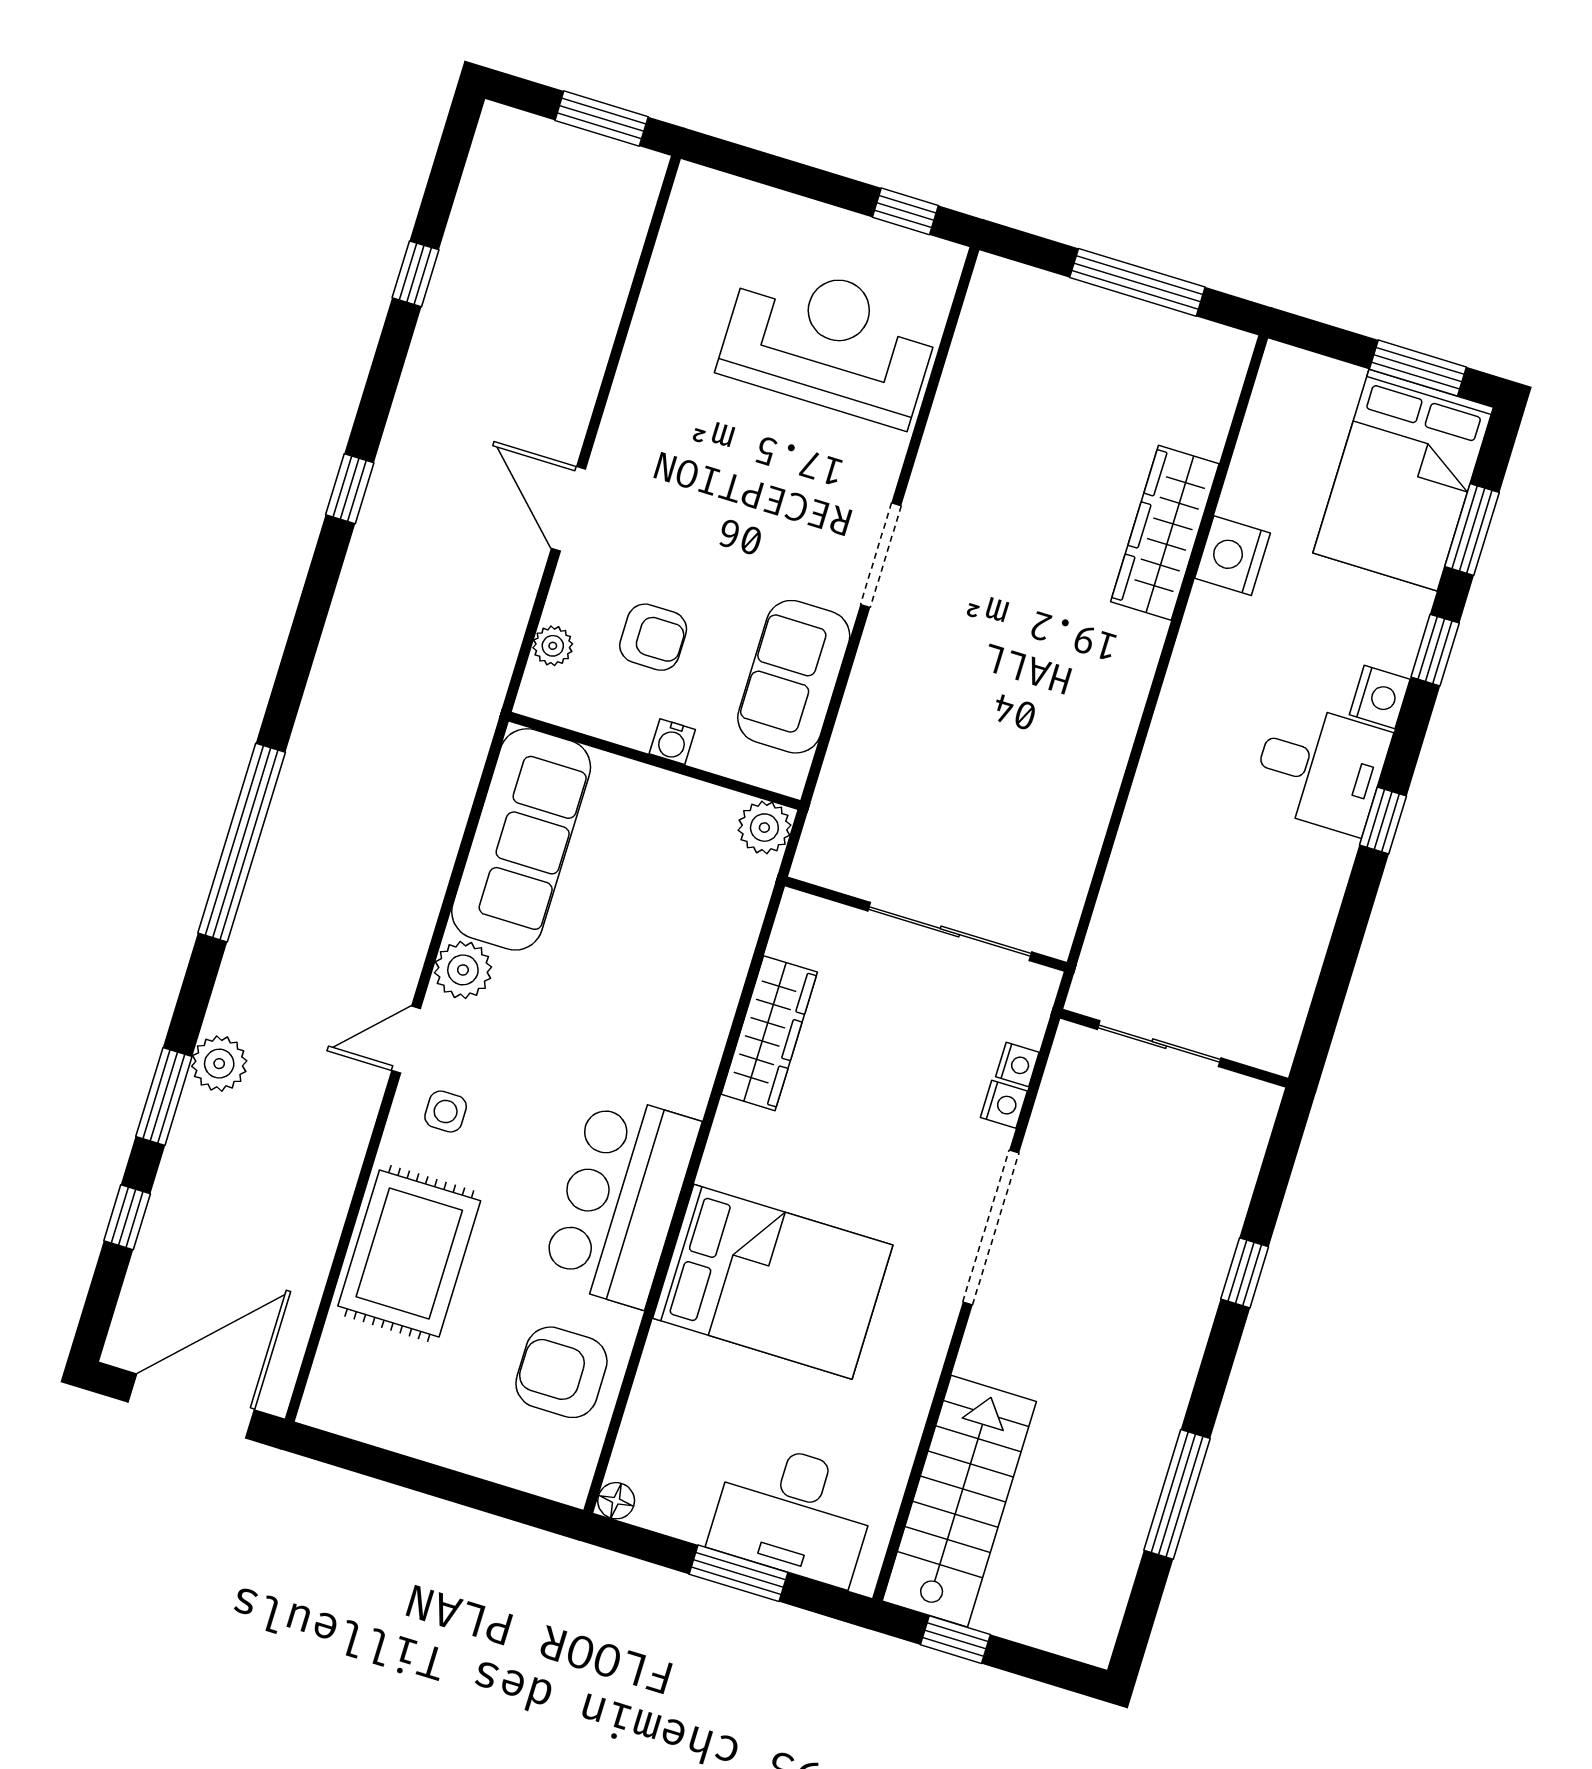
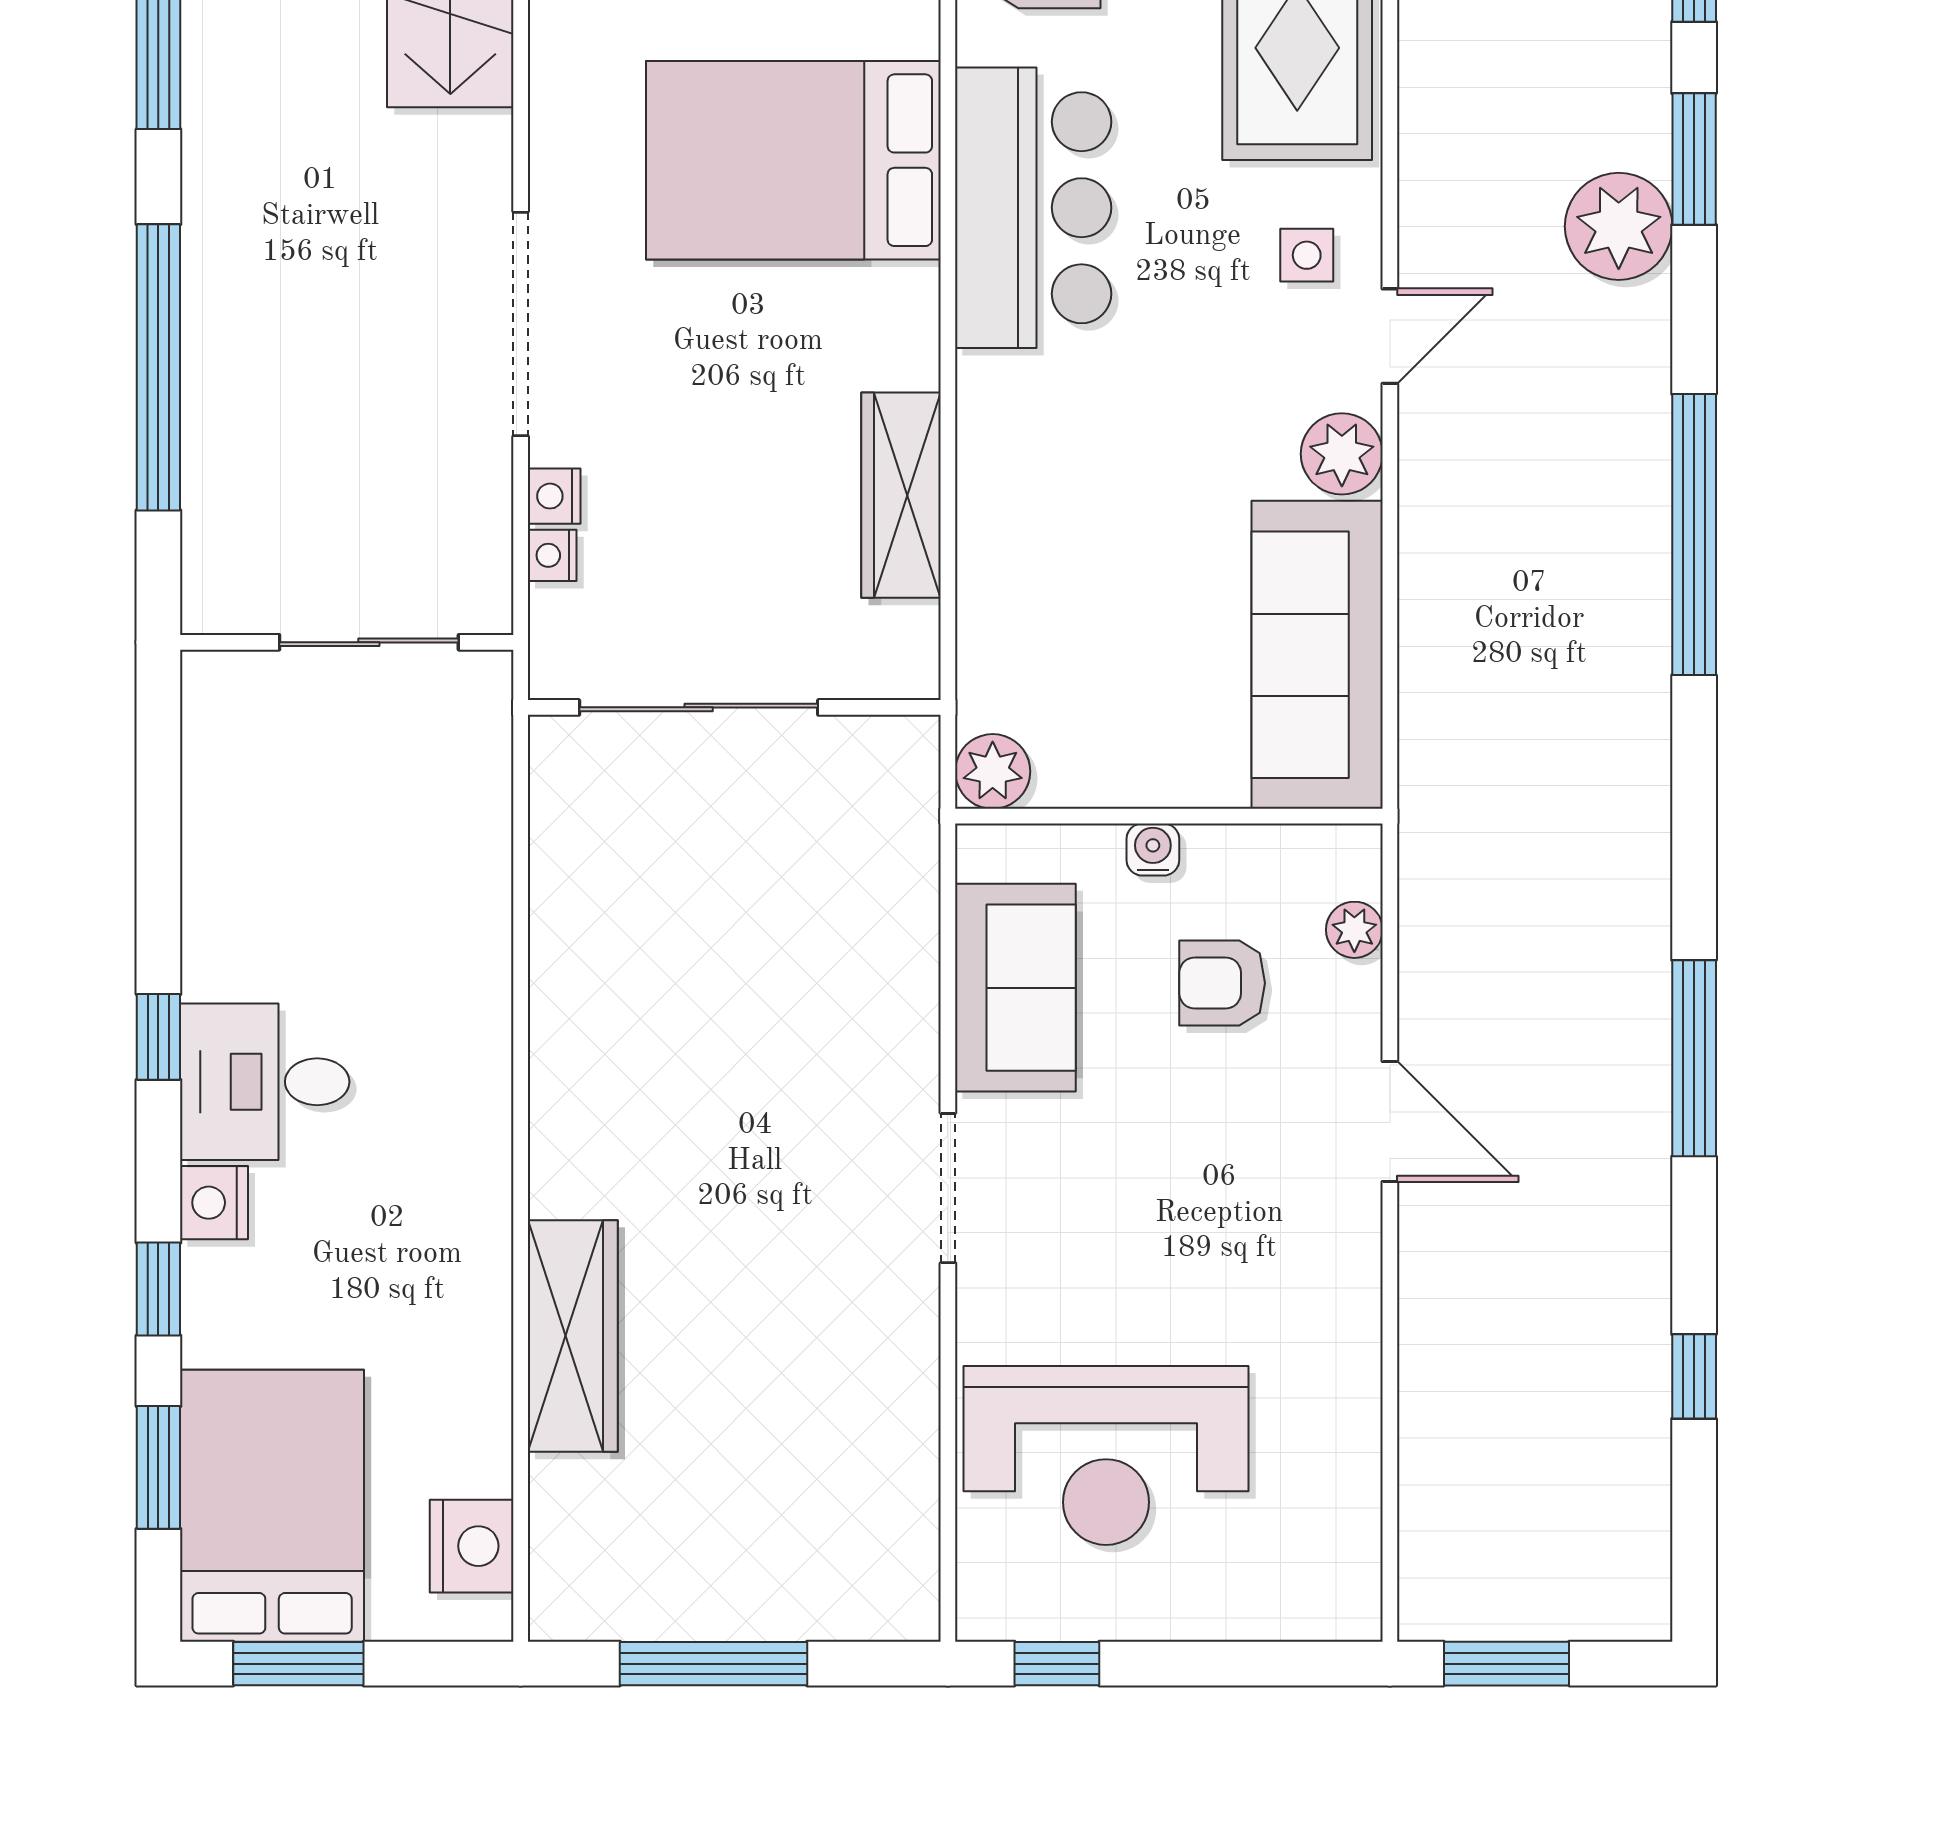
window: (350, 489) -> (1694, 1058), width x2.17
nightstand: (1233, 556) -> (472, 1546), moved
plant: (219, 1064) -> (1619, 226), width x1.36, depth x1.36
window: (1245, 1273) -> (158, 367), width x3.17

